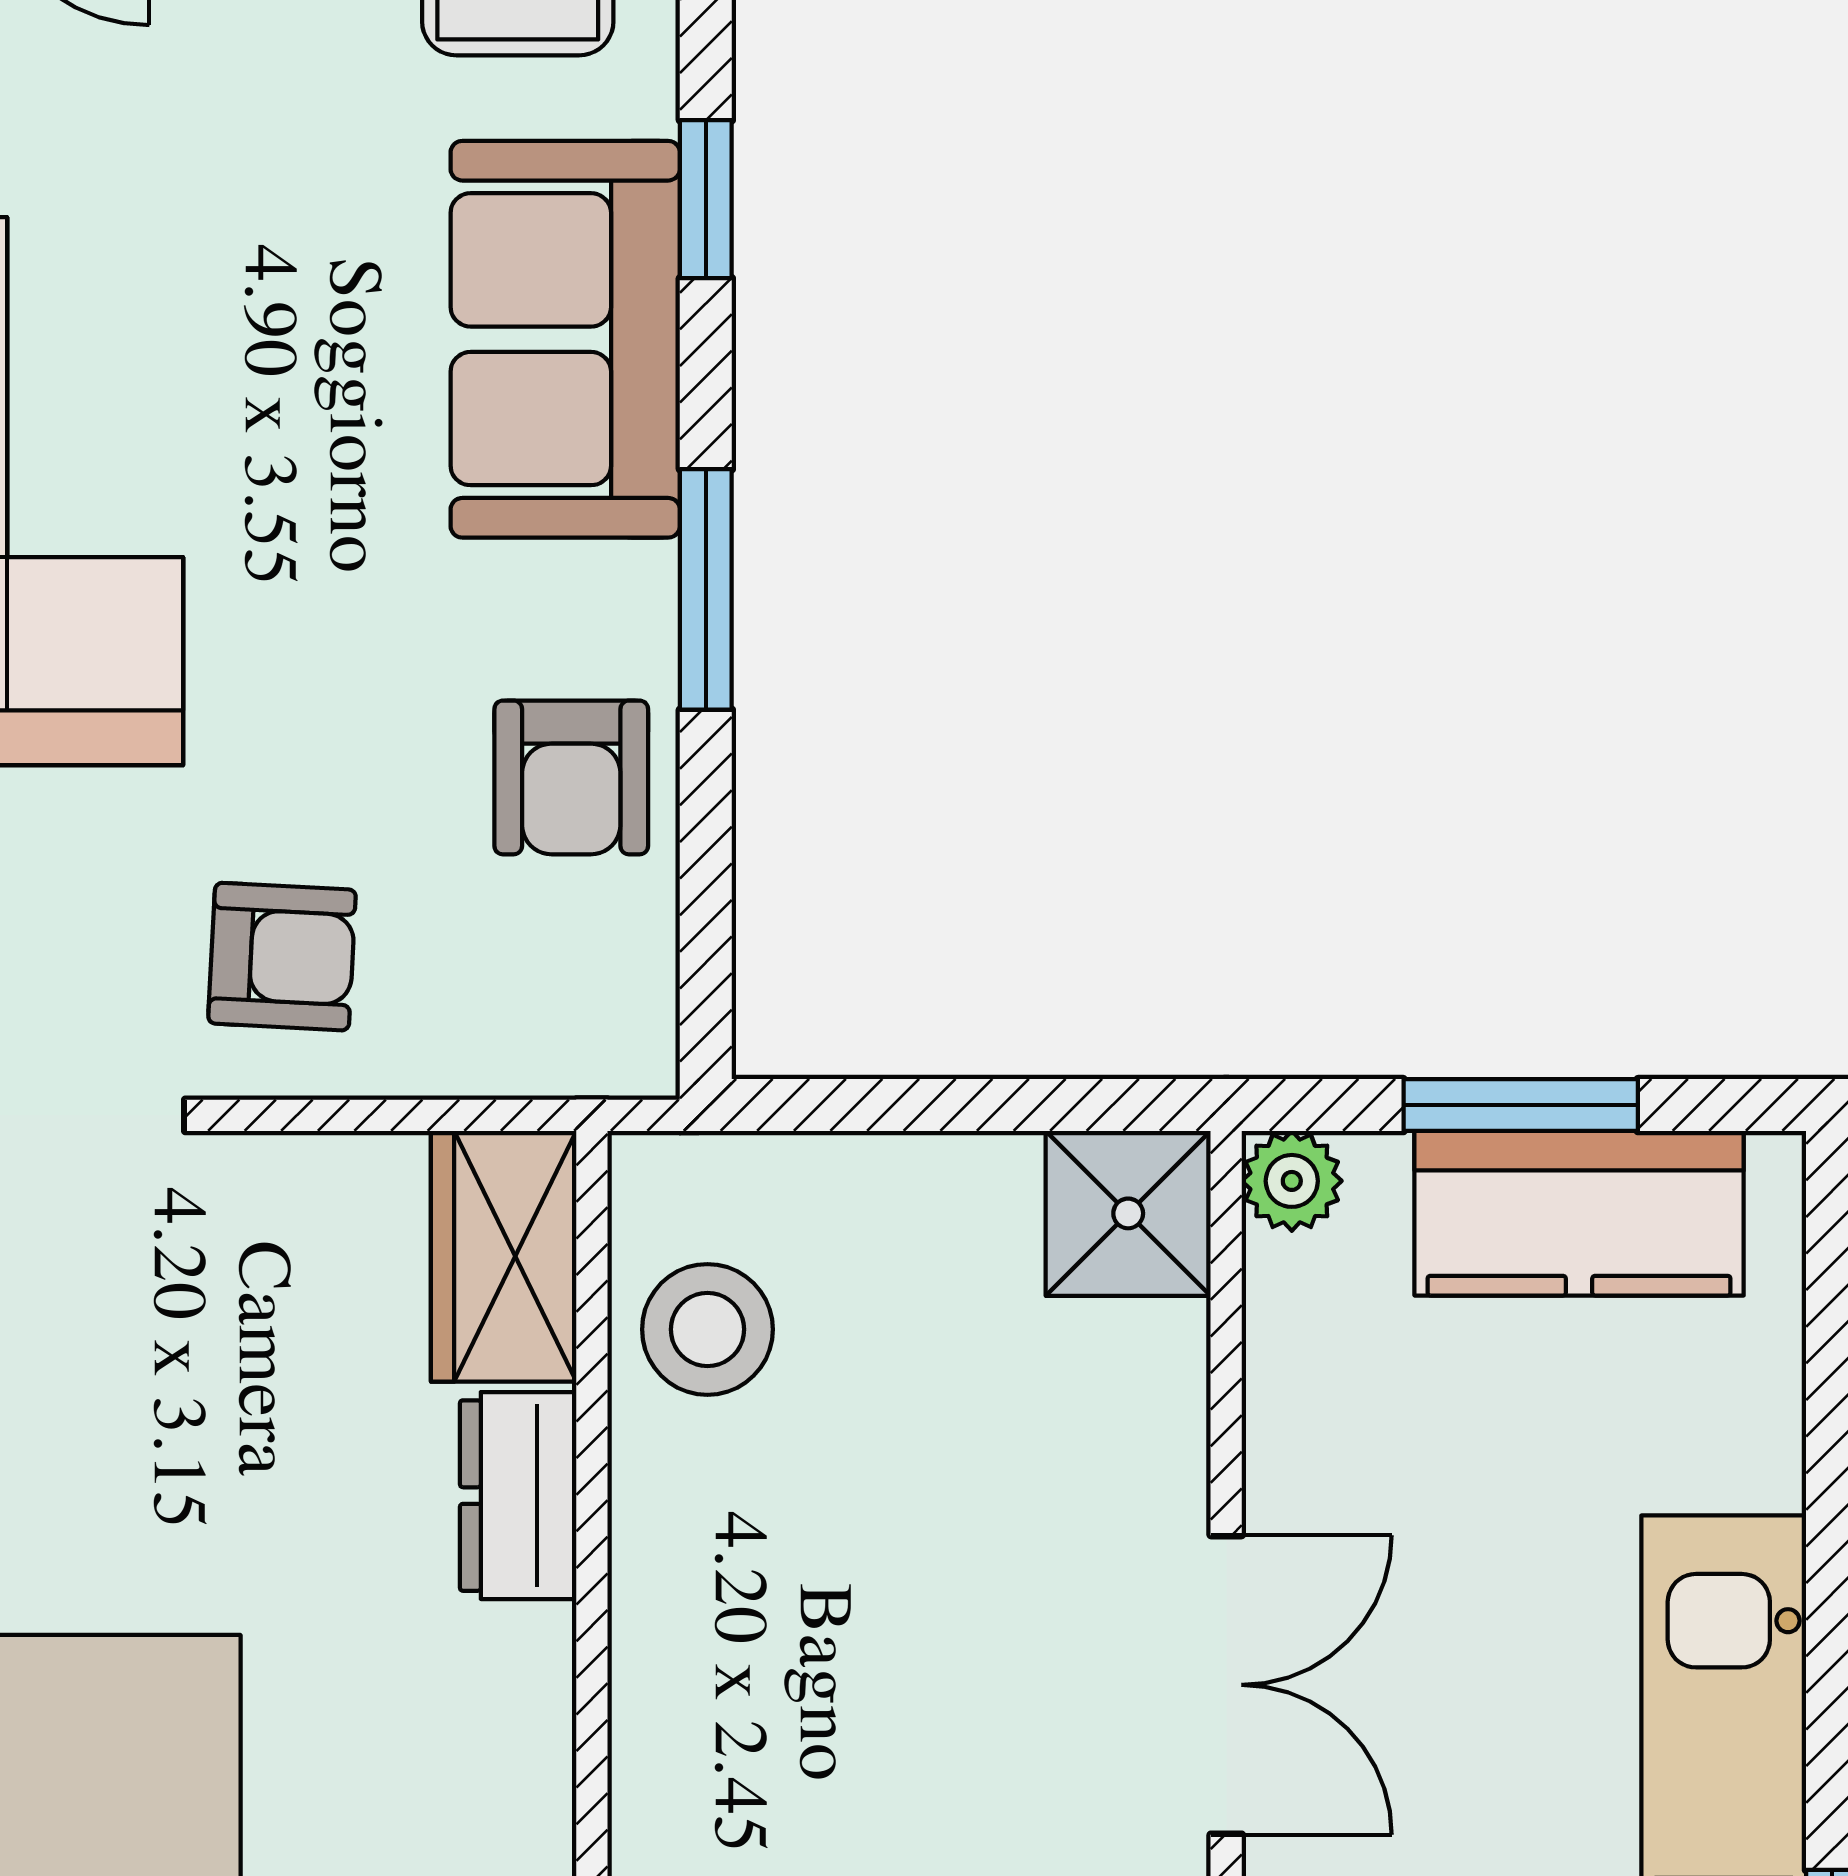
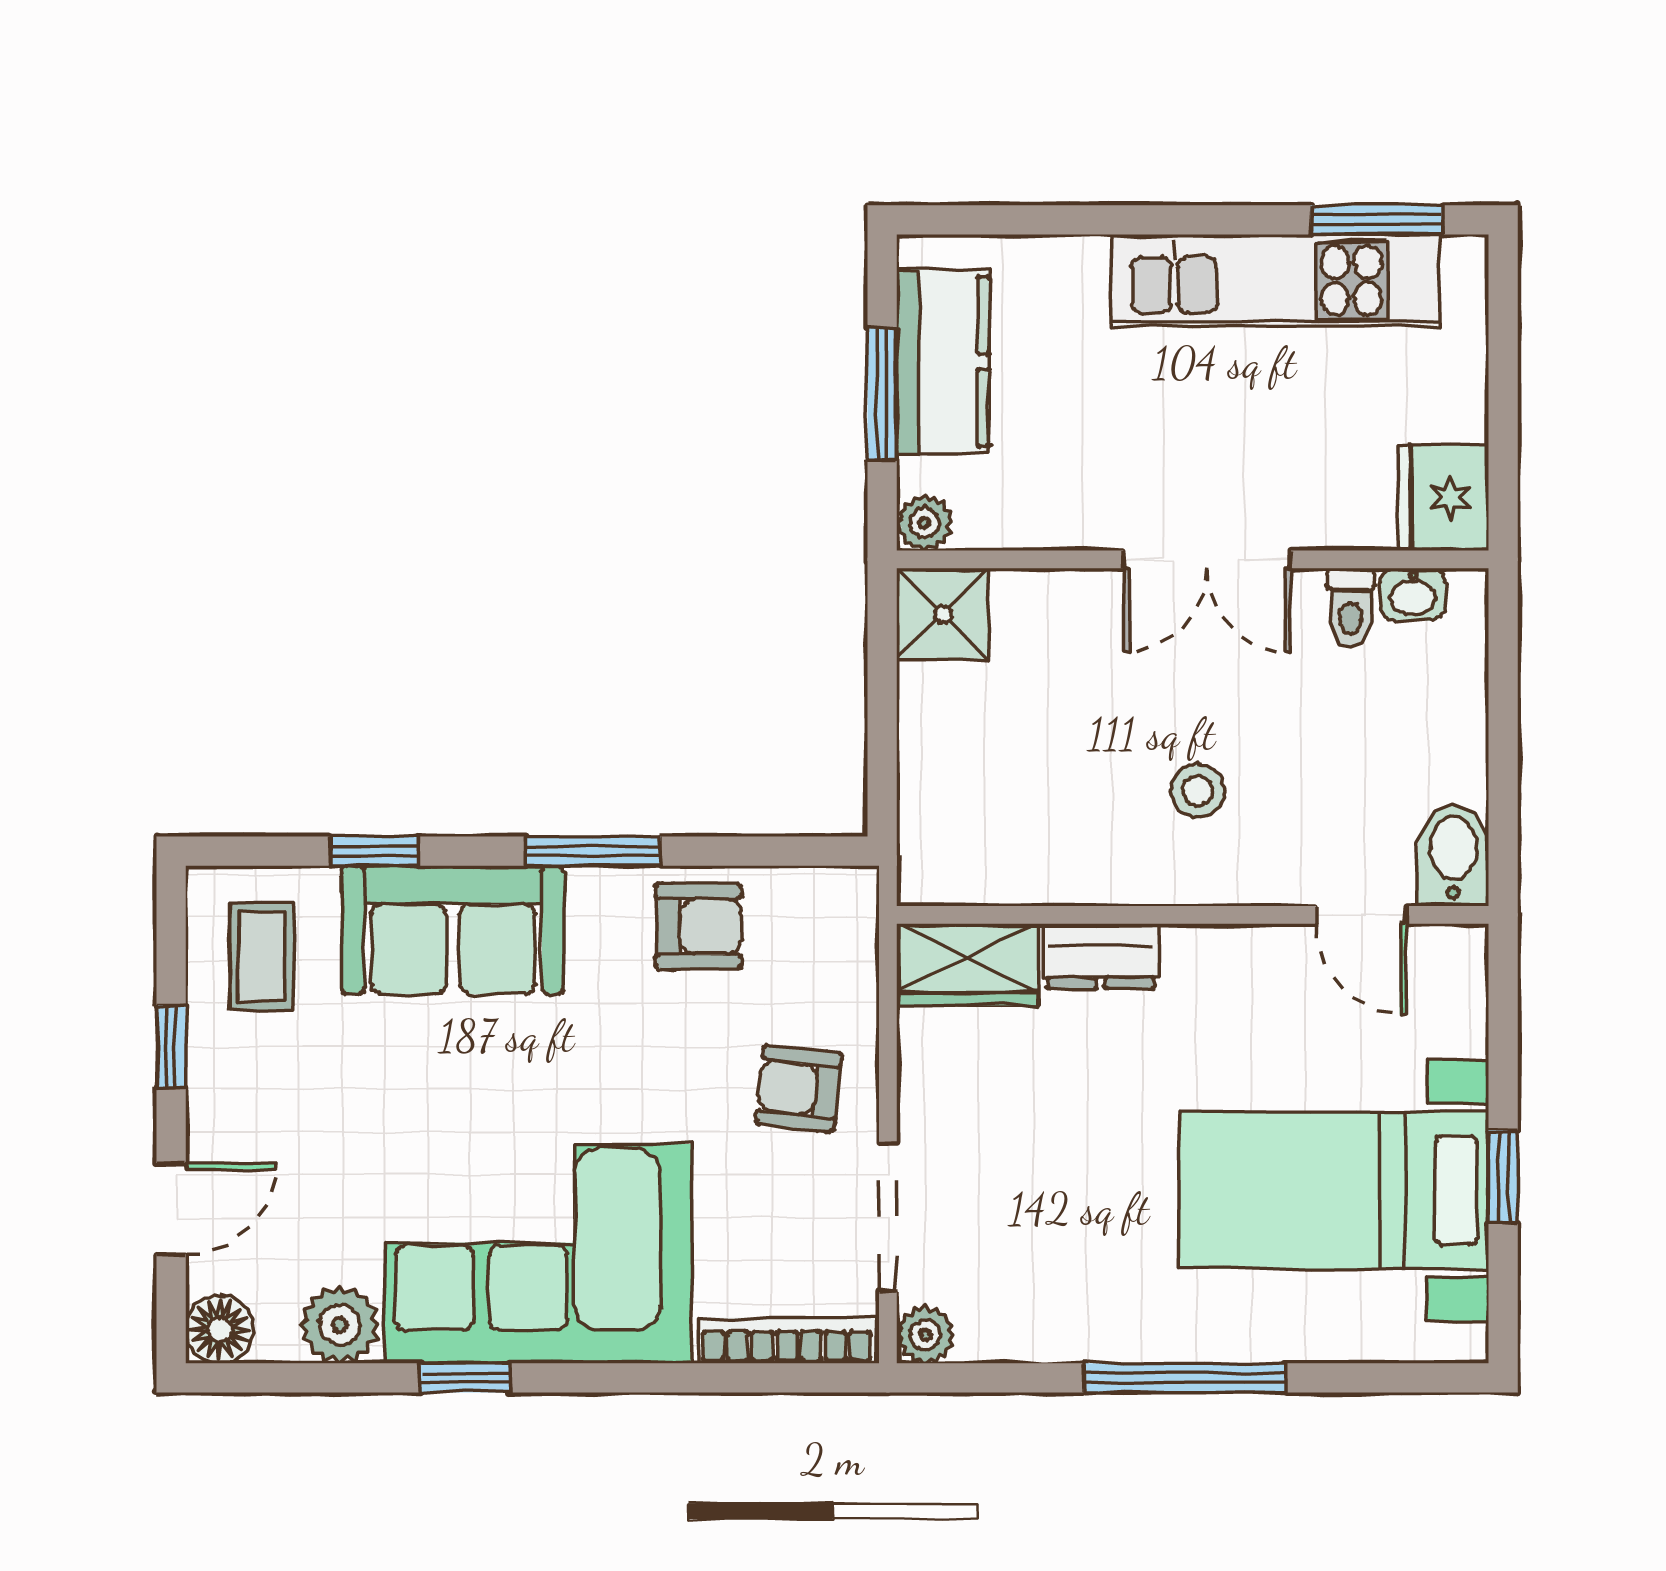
armchair: (282, 957) -> (799, 1089), turned -87
stool: (707, 1329) -> (1198, 791), moved, width x0.73, depth x0.73
double door: (1226, 1685) -> (1207, 559), swing flipped

